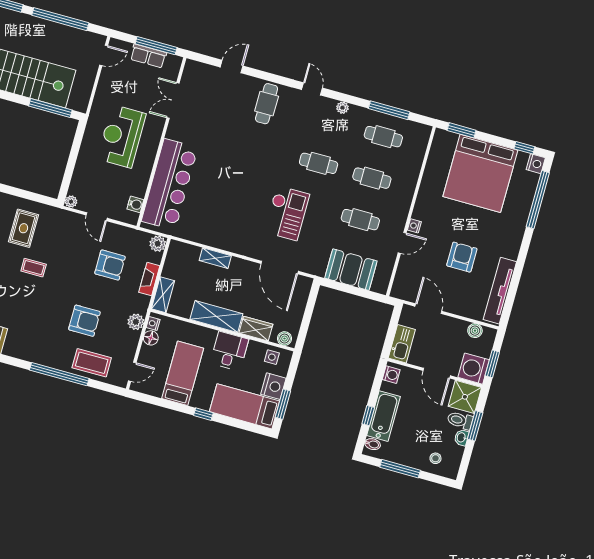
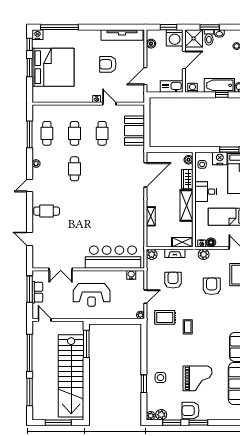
window: (462, 130) -> (30, 68), moved
checkout: (287, 213) -> (111, 180), removed
rug: (24, 228) -> (165, 317), moved

